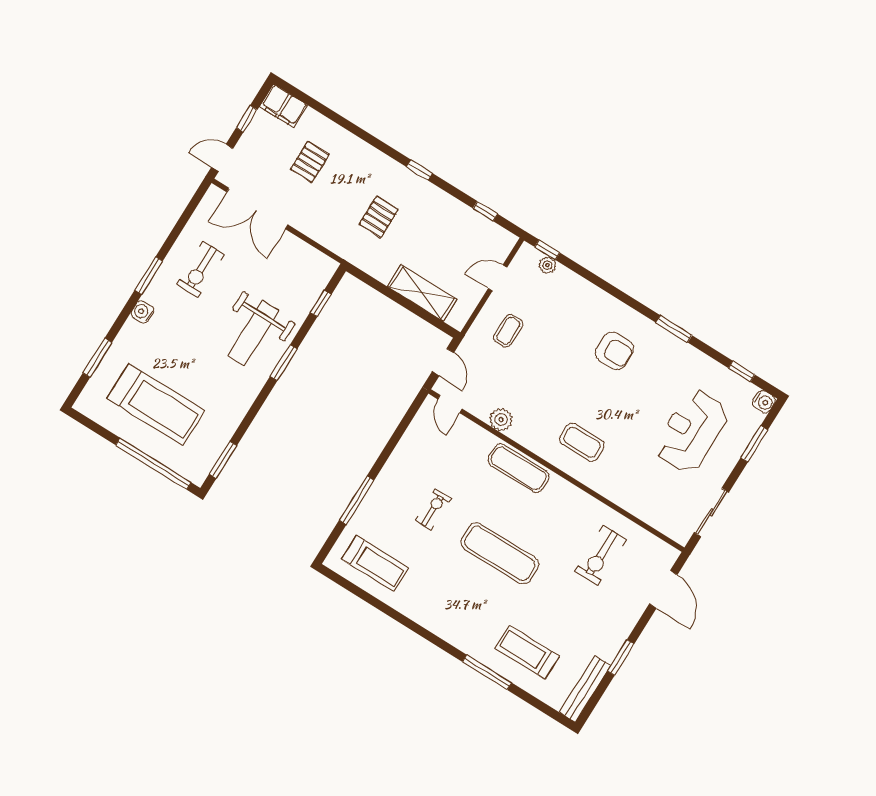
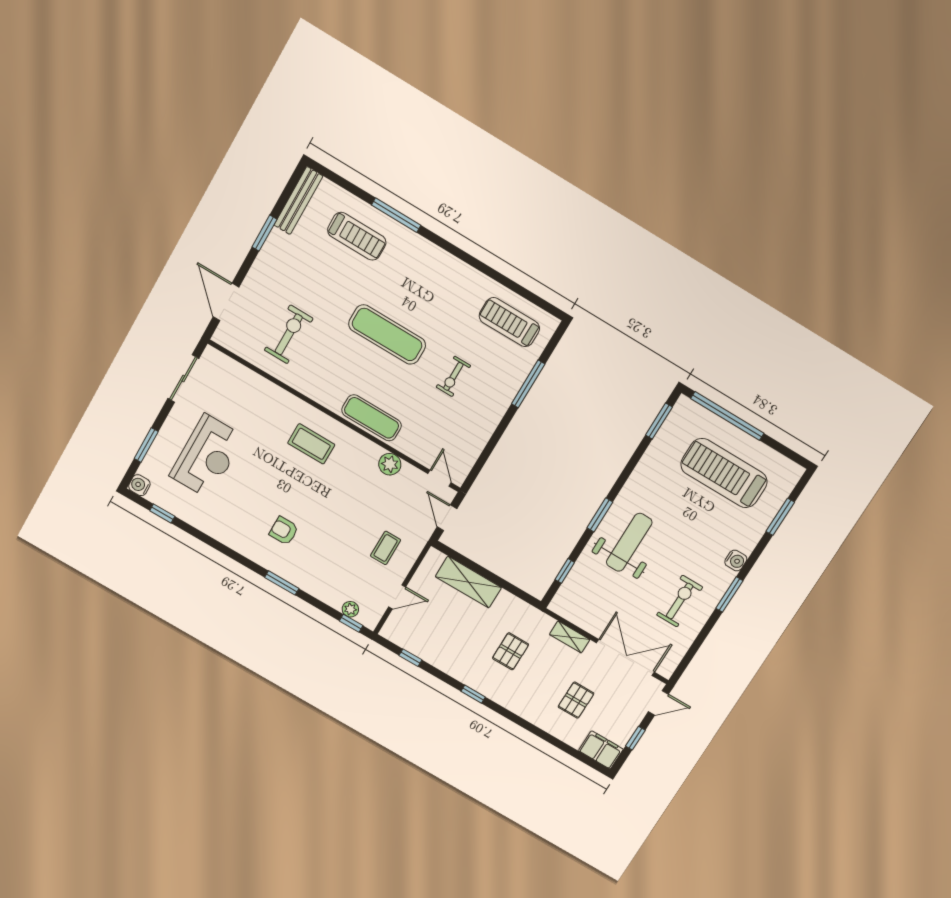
shelving: (316, 232) -> (570, 637), added
window: (674, 329) -> (282, 583), moved
armchair: (615, 351) -> (284, 531), width x0.72, depth x0.72

